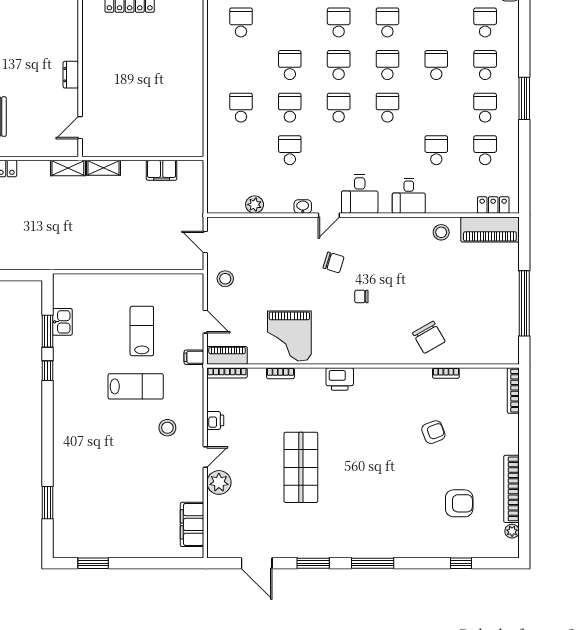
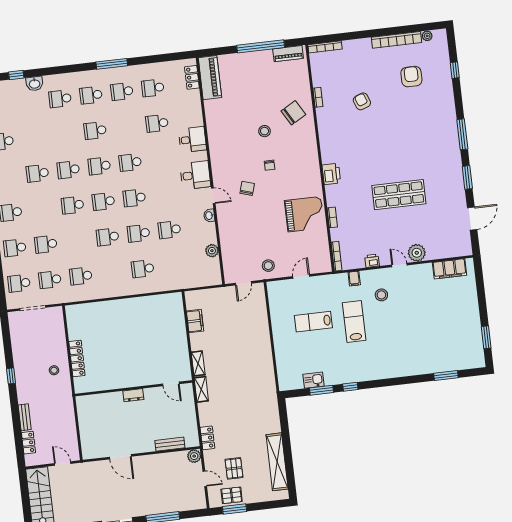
stool: (441, 232) -> (265, 131), moved
piano: (227, 355) -> (288, 54), moved, turned -90
filing cabinet: (194, 357) -> (354, 279), moved

